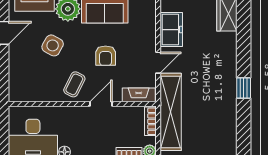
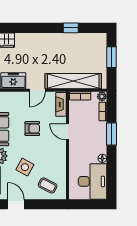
door: (158, 63) -> (37, 90), swing flipped
coffee table: (74, 84) -> (48, 185), moved
window: (244, 88) -> (71, 28), moved

